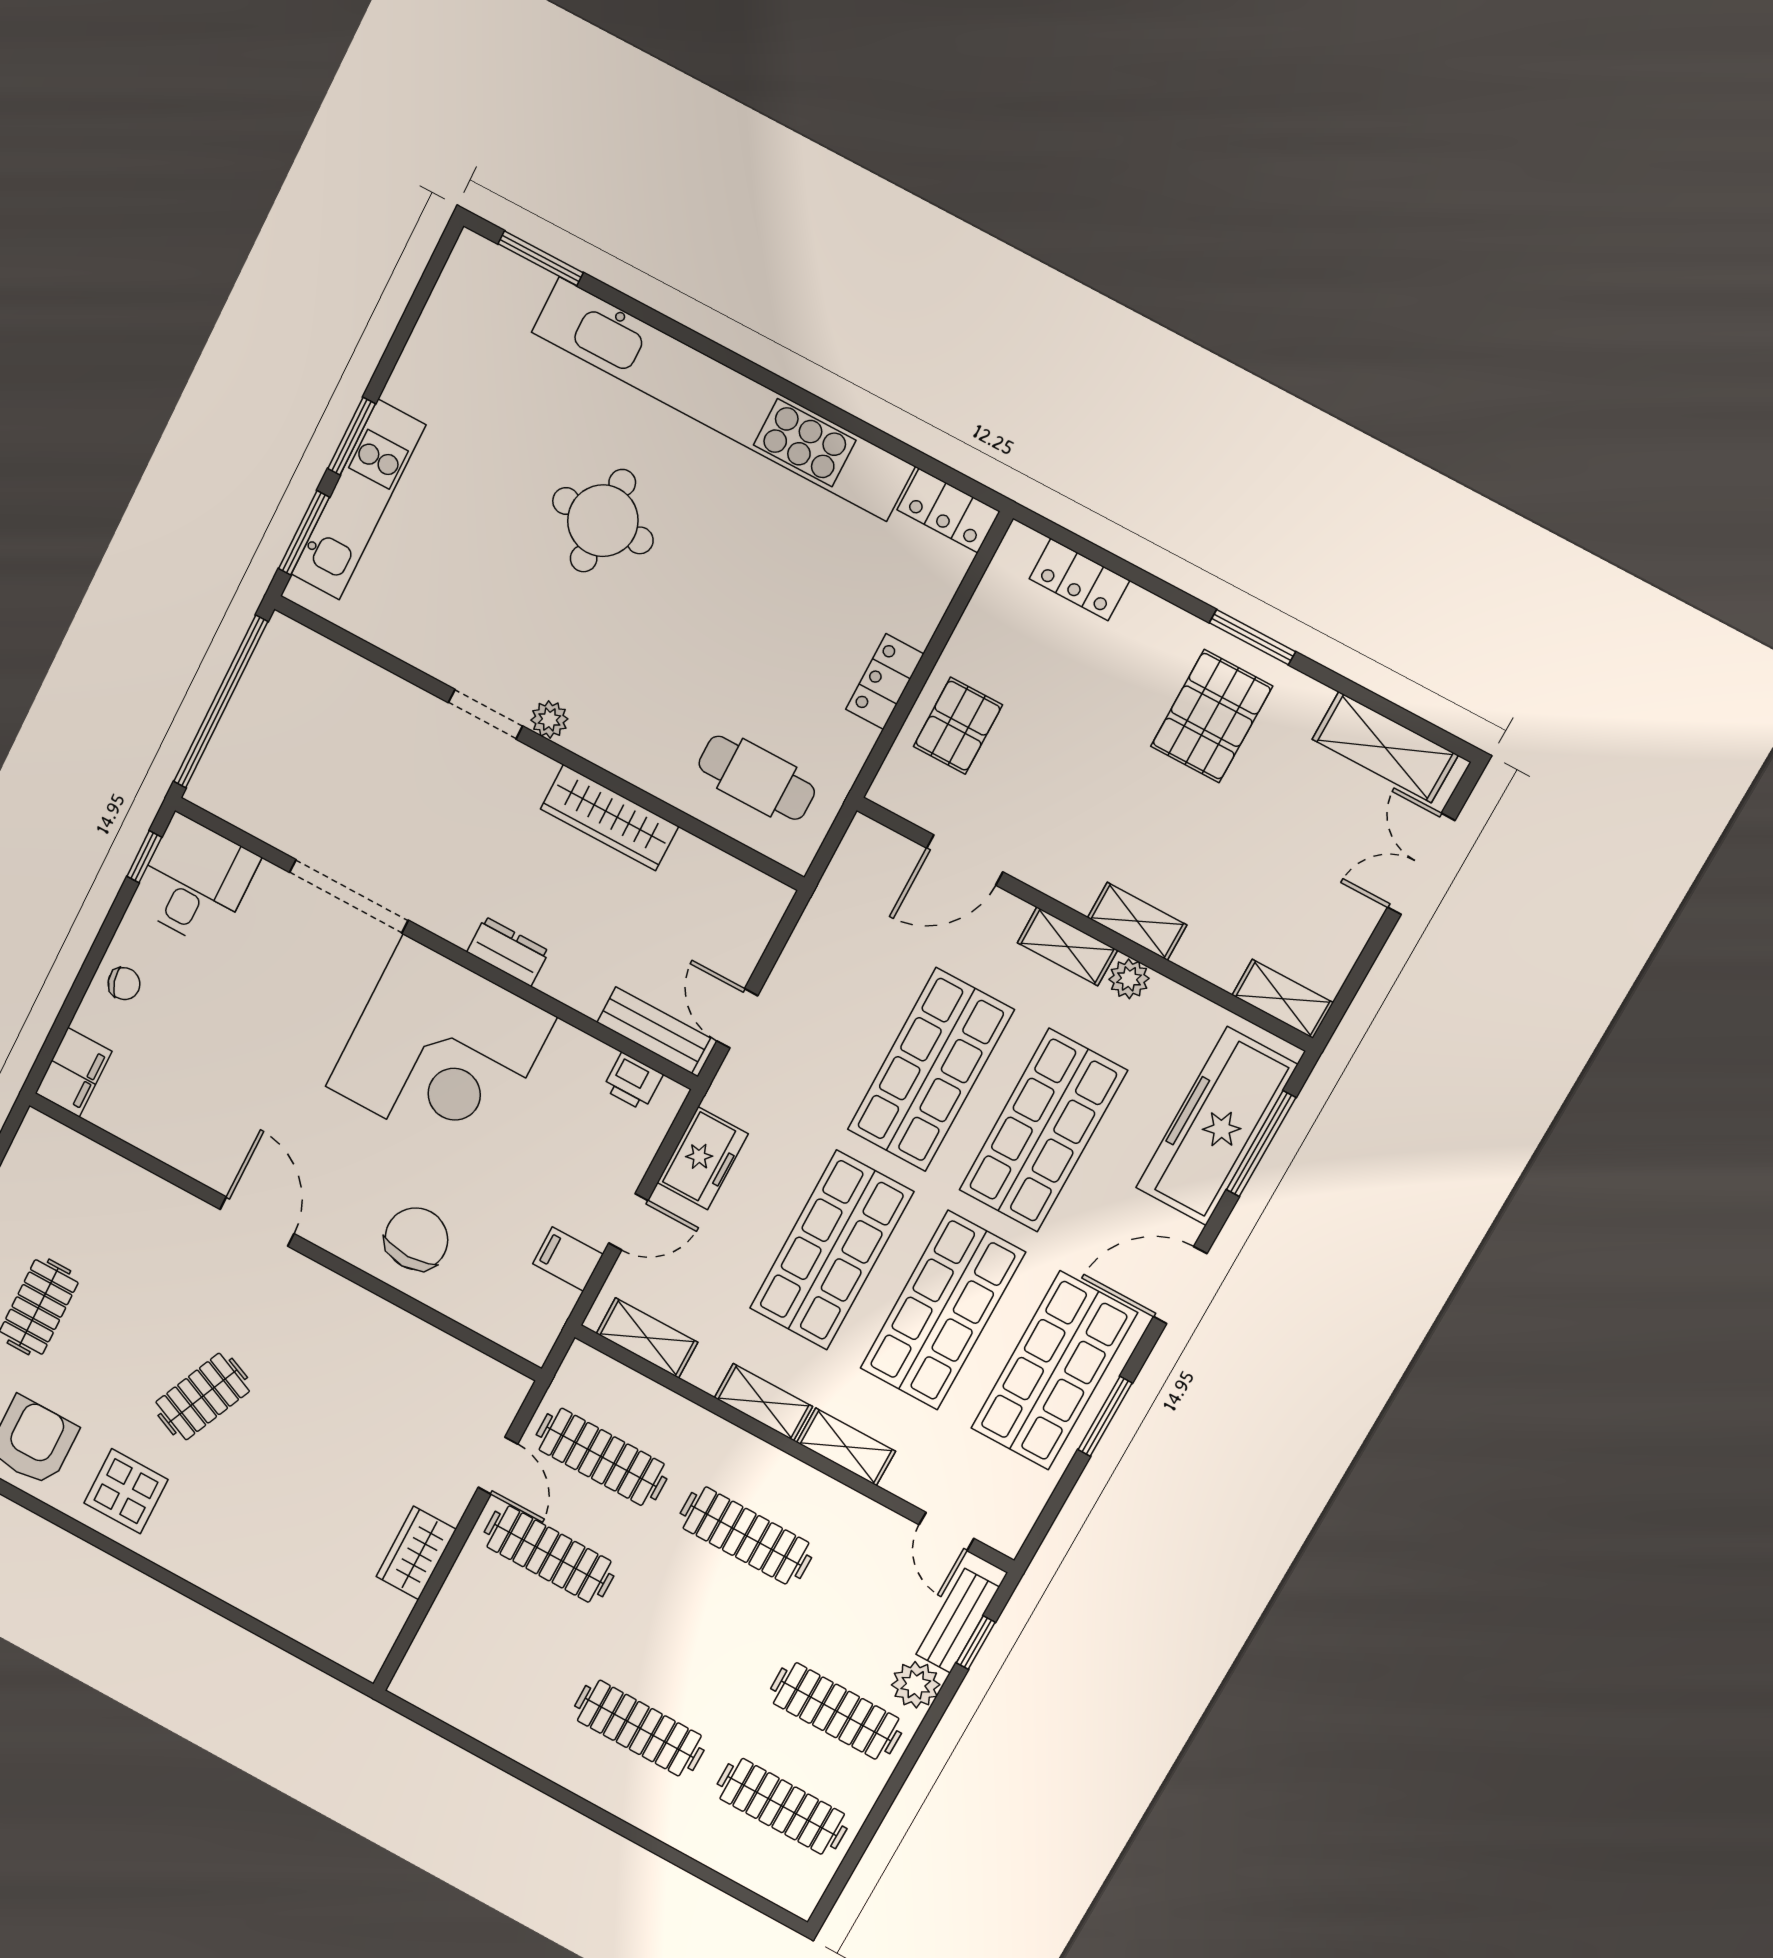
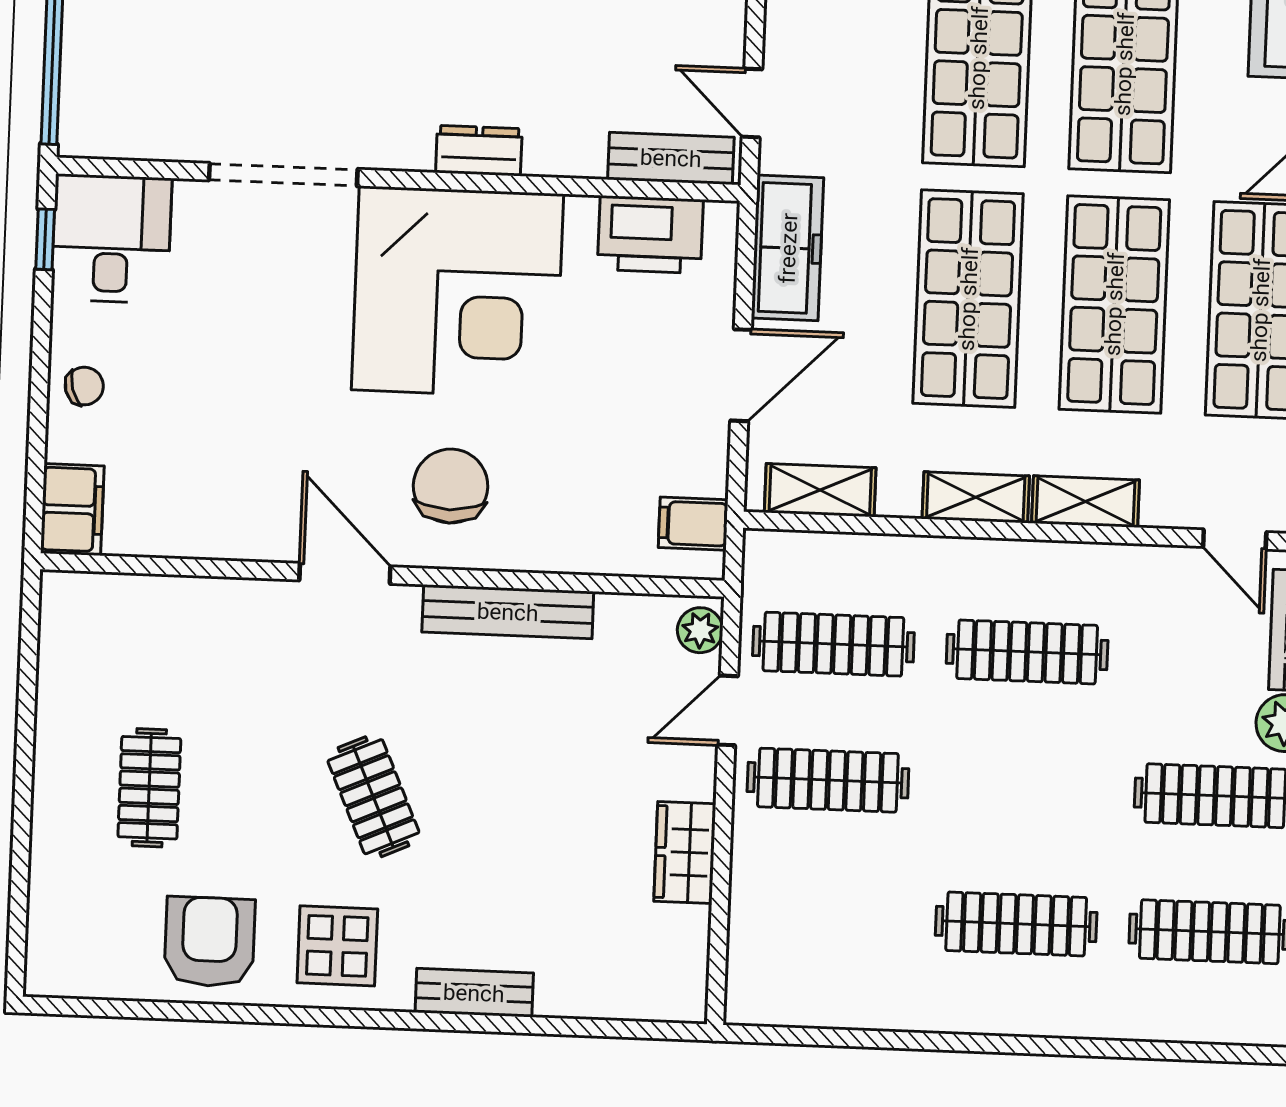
printer: (633, 1082) -> (650, 235), width x1.87, depth x1.48
freezer: (703, 1158) -> (788, 248), width x1.40
door: (628, 1222) -> (741, 375), width x1.38
chair: (416, 1239) -> (451, 486), moved
filing cabinet: (568, 1259) -> (693, 524), moved
bench: (367, 1311) -> (508, 612), added
plant: (506, 1396) -> (700, 630), added
clothes rail: (203, 1397) -> (373, 797), turned -48
door: (498, 1466) -> (728, 710), swing flipped
bench: (212, 1575) -> (474, 993), added

